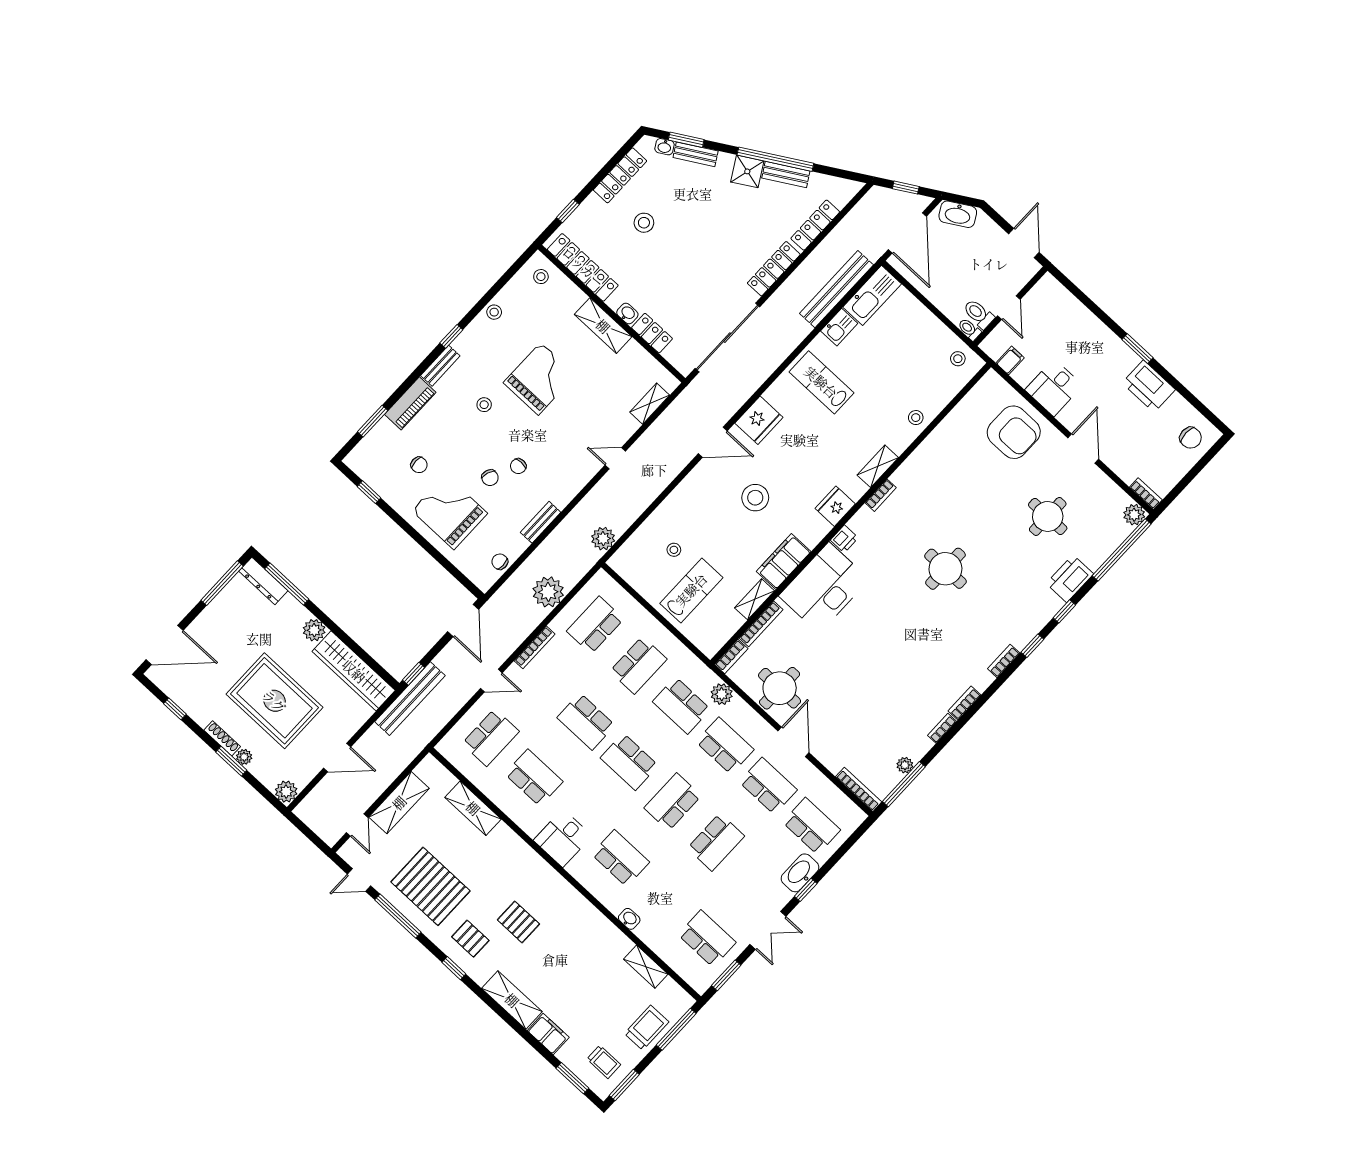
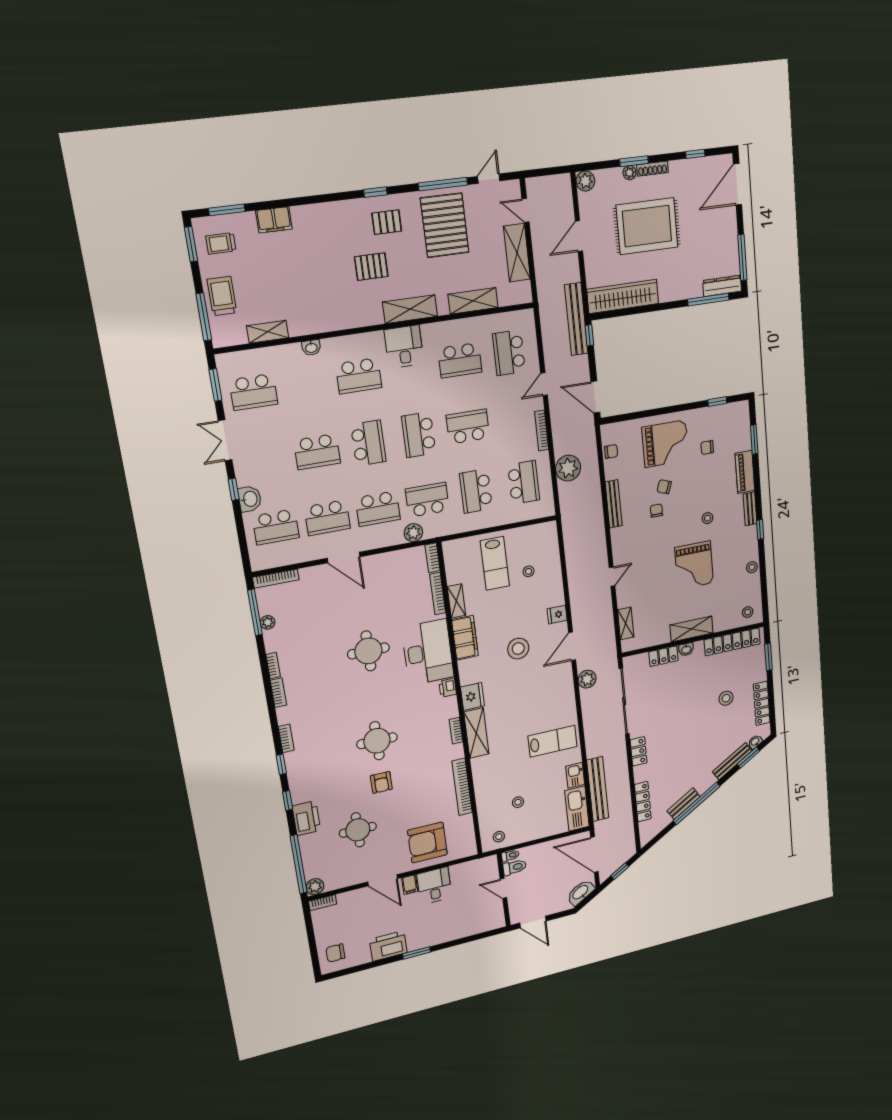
bench: (696, 154) -> (732, 761), width x1.36
shower: (747, 171) -> (703, 782), removed
window: (568, 211) -> (768, 657), width x1.50
locker: (774, 269) -> (639, 751), width x0.66
filing cabinet: (1010, 360) -> (410, 884), moved
stool: (916, 418) -> (518, 802), moved
fridge: (759, 420) -> (557, 615), moved, width x0.53, depth x0.75
bookcase: (933, 442) -> (462, 787), added
shelving: (878, 466) -> (476, 733), width x1.50, depth x1.33
bench: (541, 522) -> (614, 504), width x1.36
armchair: (984, 531) -> (381, 782), added
plant: (603, 539) -> (587, 679), moved
plant: (314, 630) -> (668, 293), removed
round table: (780, 688) -> (368, 651), moved
school desk: (629, 762) -> (419, 435), turned -90
school desk: (716, 842) -> (317, 452), turned -90
washbasin: (800, 873) -> (250, 499), width x0.72
pallet: (430, 886) -> (445, 225), turned 90
shelving: (512, 1000) -> (410, 309), moved
trolley: (647, 1028) -> (222, 296), turned 180

